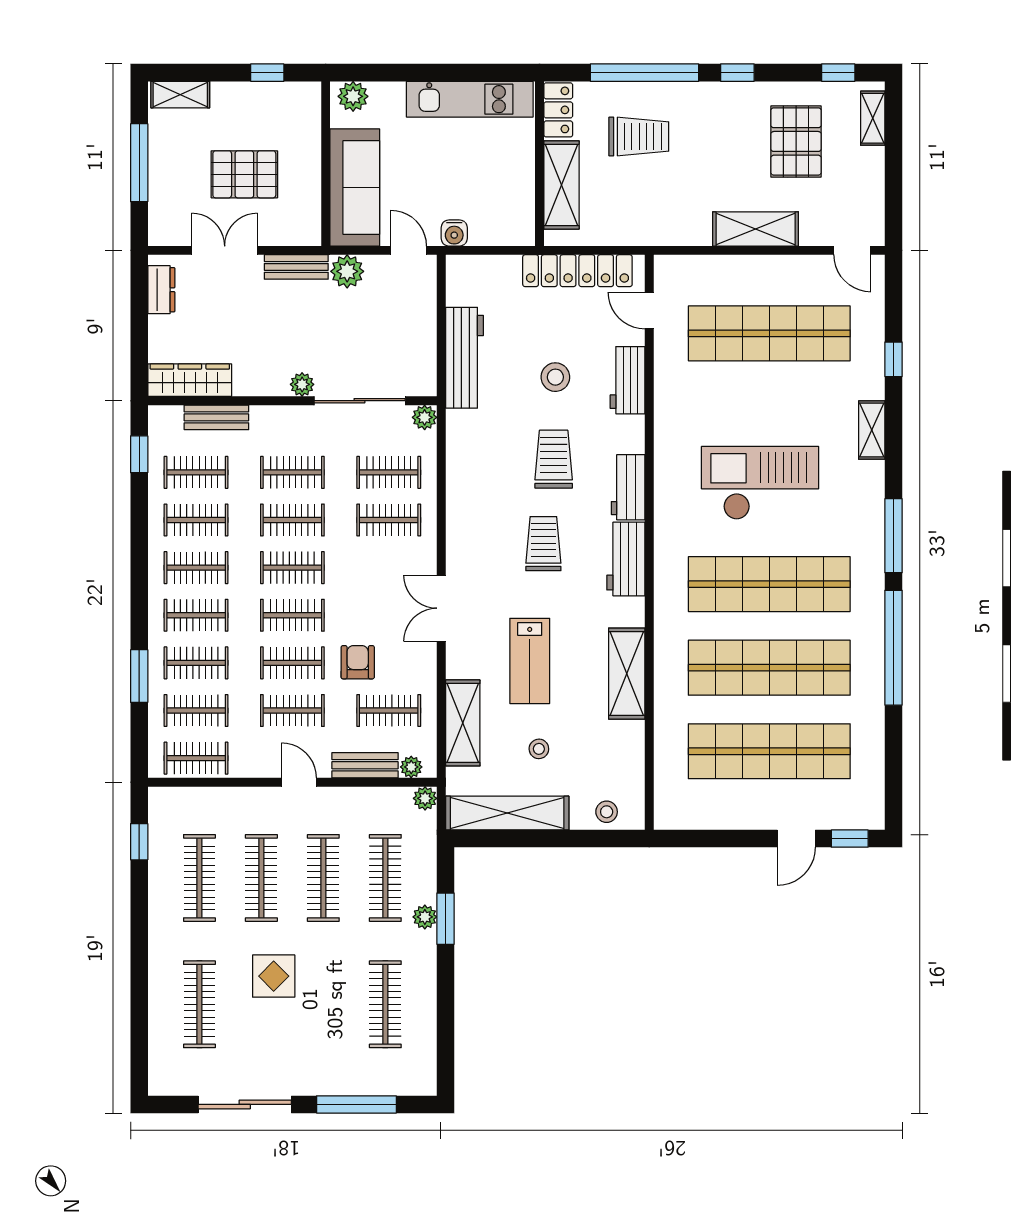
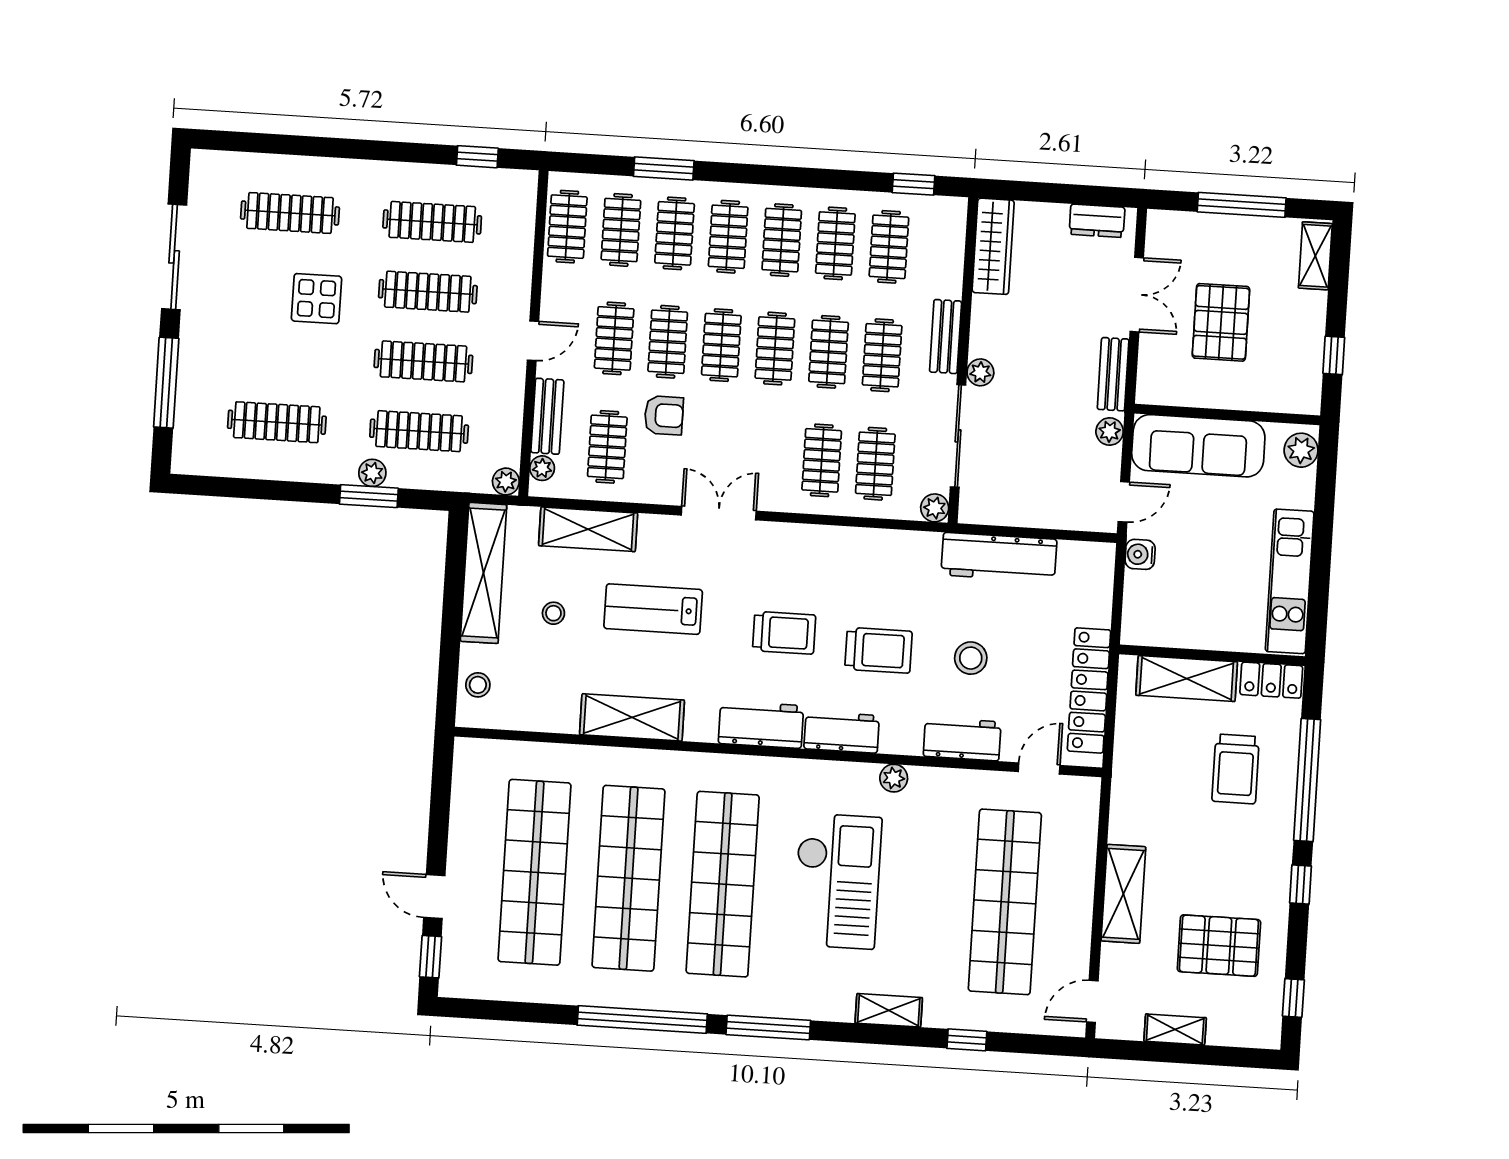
shelving: (873, 118) -> (1175, 1029), moved
plant: (347, 271) -> (1110, 432), width x0.73, depth x0.73
bench: (216, 417) -> (946, 337), moved
plant: (666, 439) -> (894, 778), added

